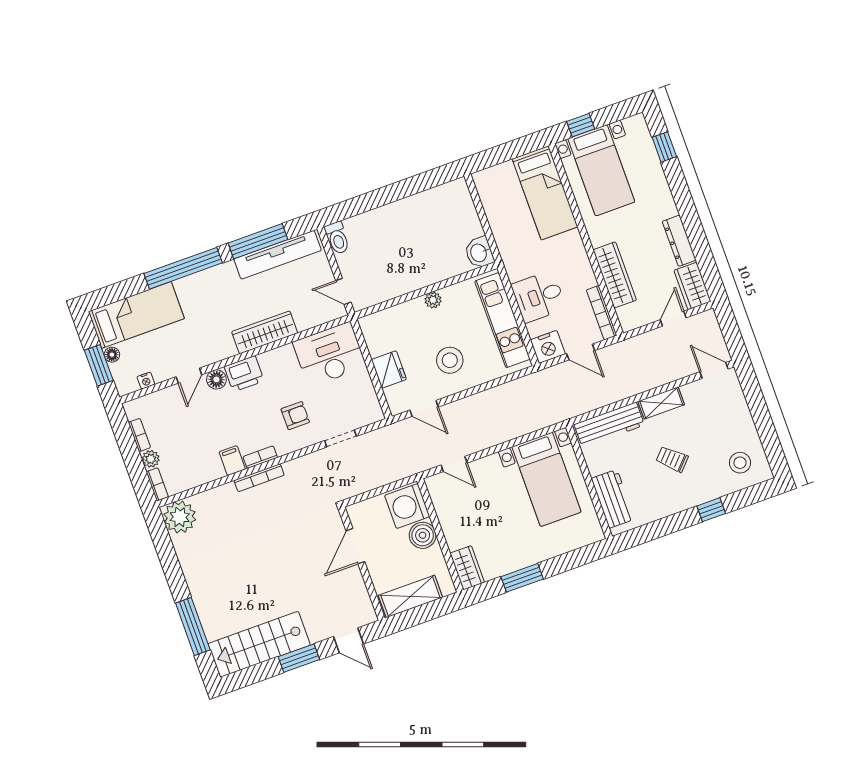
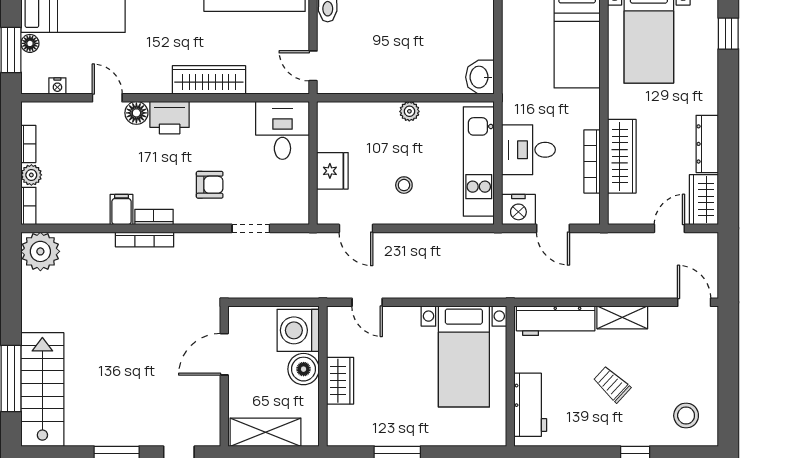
bookcase: (602, 313) -> (592, 161), moved
desk: (330, 354) -> (282, 130), width x0.73
stool: (450, 360) -> (404, 185), width x0.53, depth x0.53
door: (189, 376) -> (107, 98), swing flipped
wardrobe: (467, 568) -> (340, 381), moved
stairs: (259, 644) -> (42, 390), moved, turned 90

